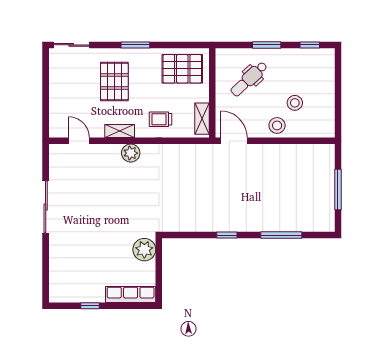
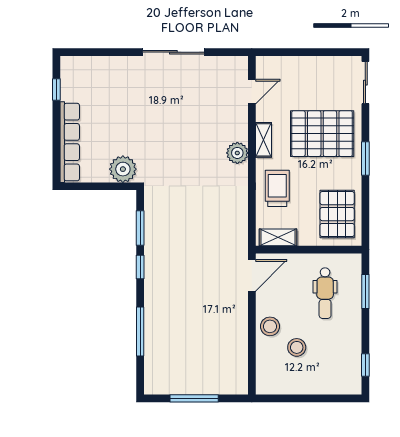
window: (267, 45) -> (365, 291), moved
dental chair: (249, 79) -> (325, 293), turned -137
pallet: (114, 82) -> (322, 134), width x1.37, depth x1.41
trolley: (161, 119) -> (277, 188), width x1.36, depth x1.39
window: (194, 235) -> (140, 228), added
row of seats: (131, 295) -> (70, 142), width x1.36
window: (90, 306) -> (56, 89), moved

